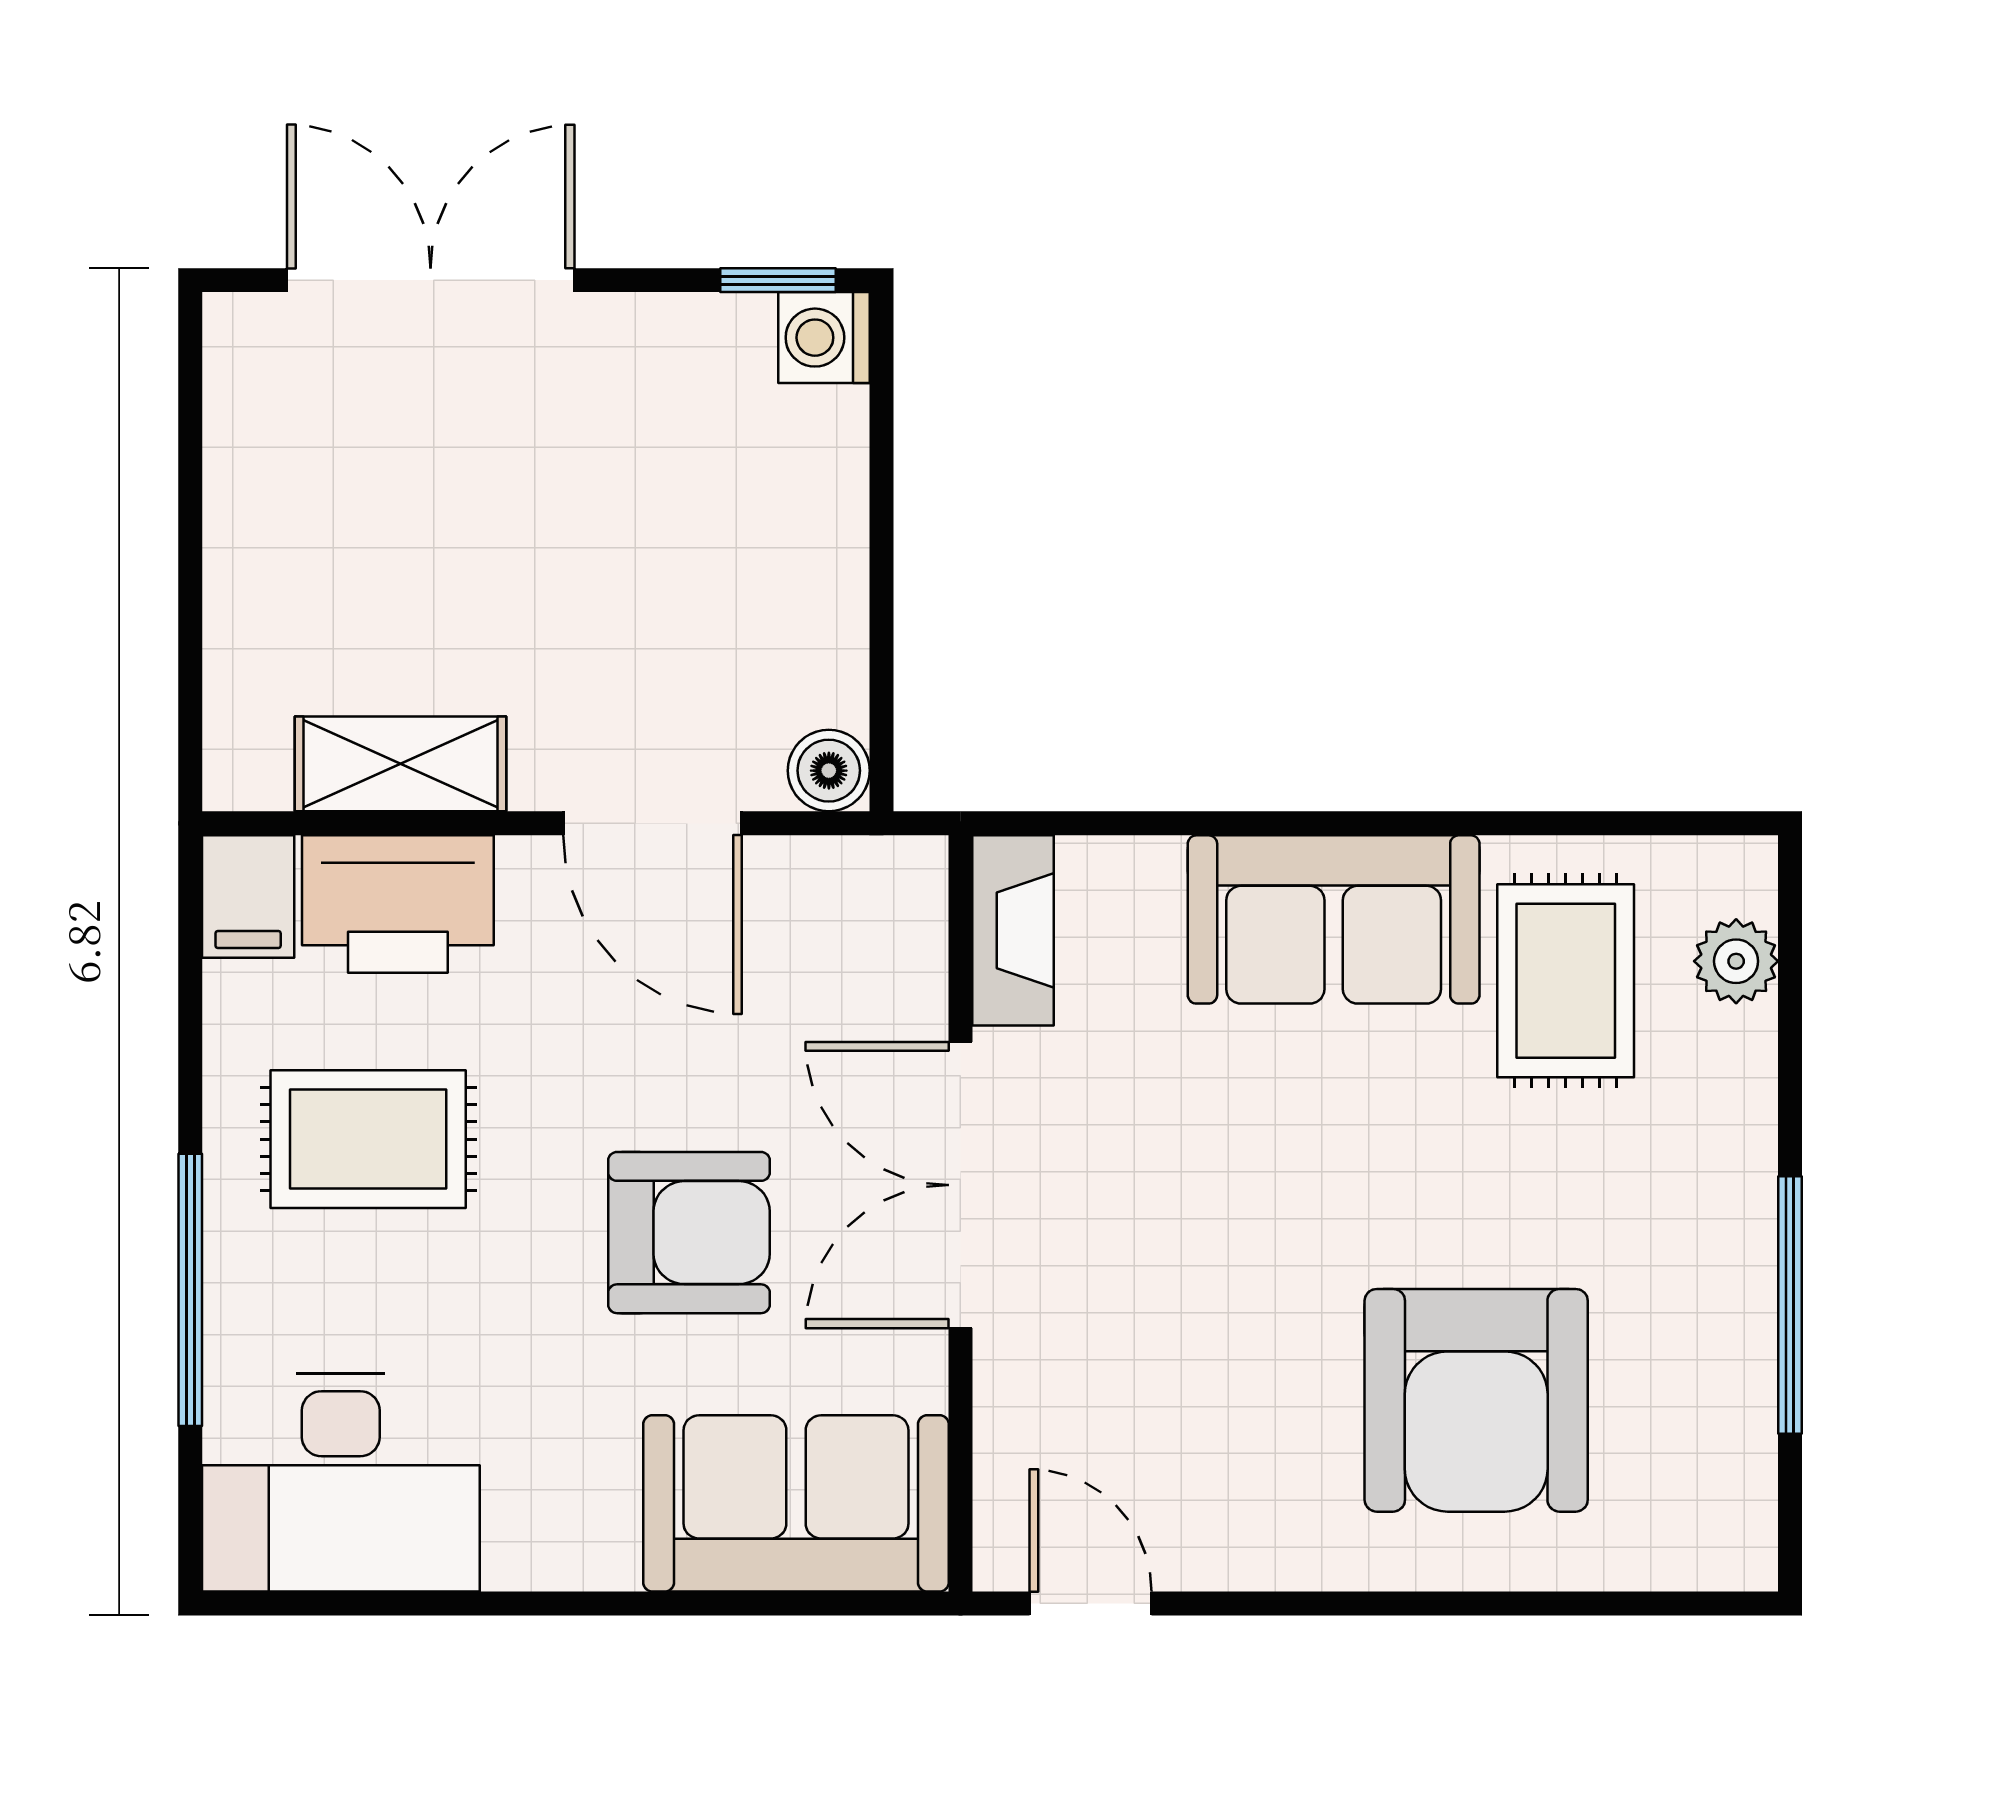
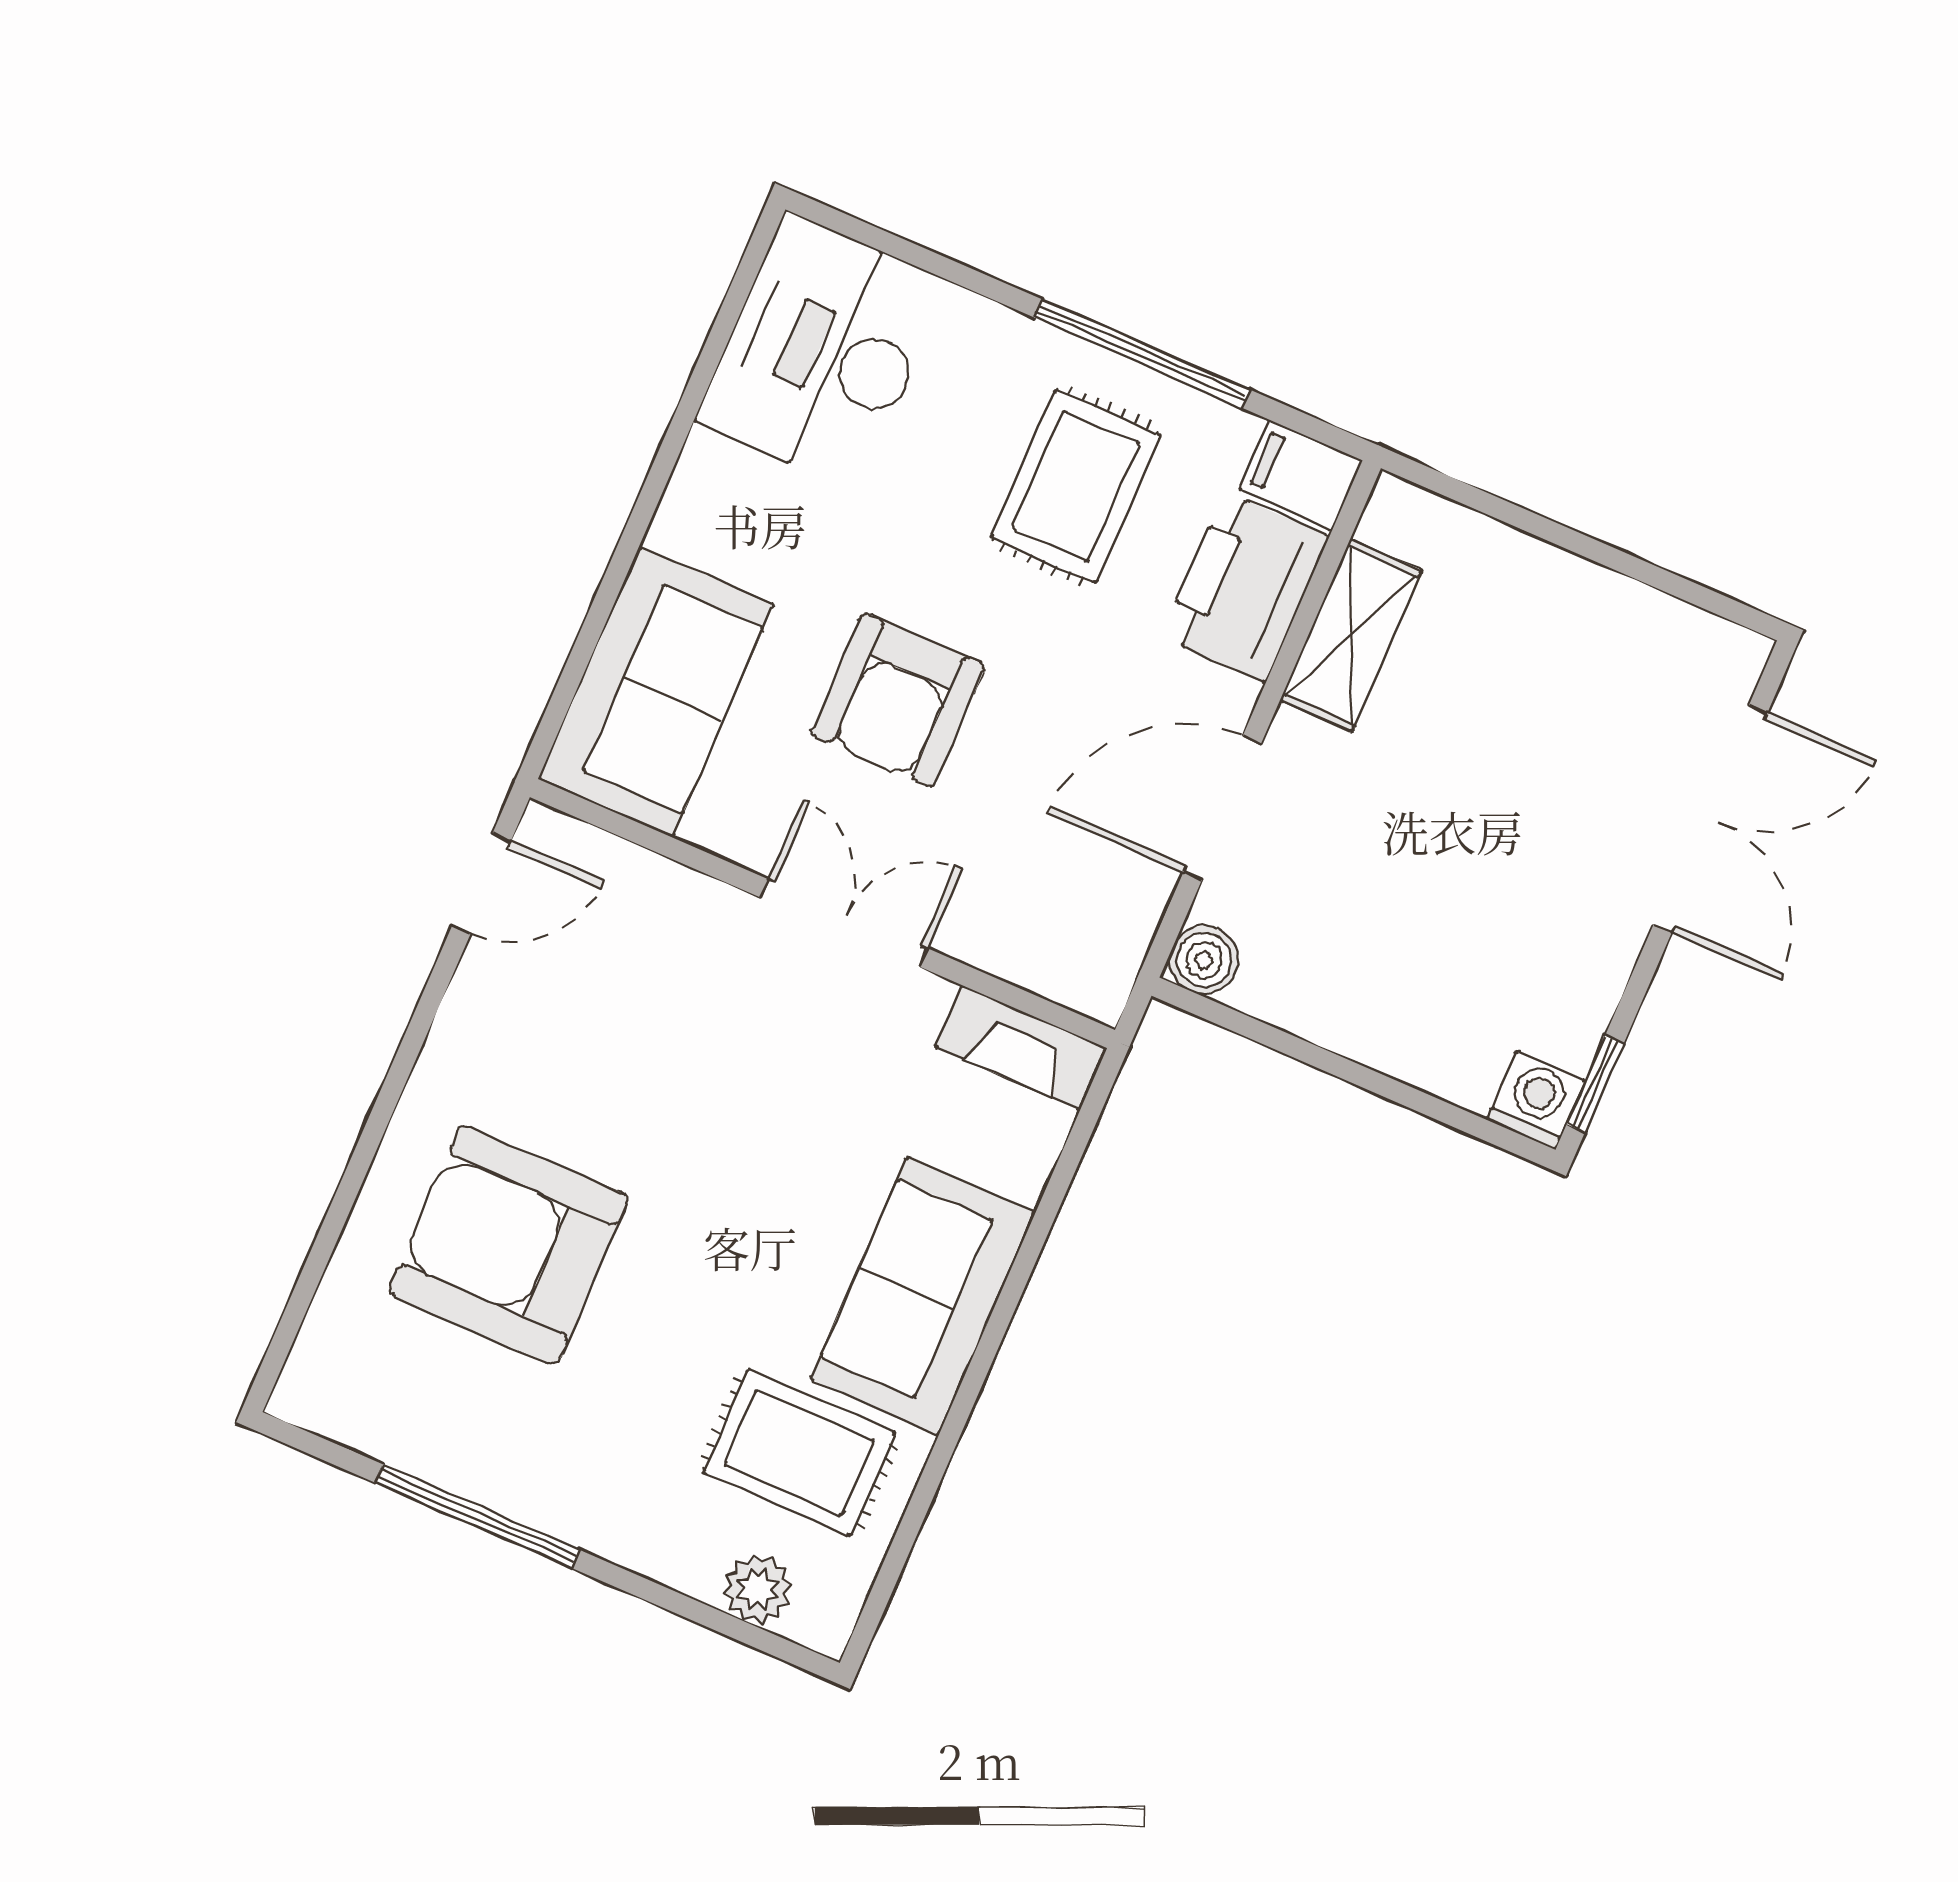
double door: (960, 1185) -> (844, 923), width x0.73
window: (190, 1290) -> (1142, 353), moved

